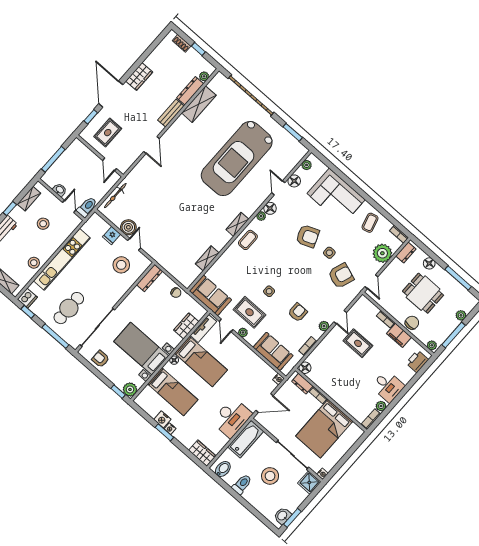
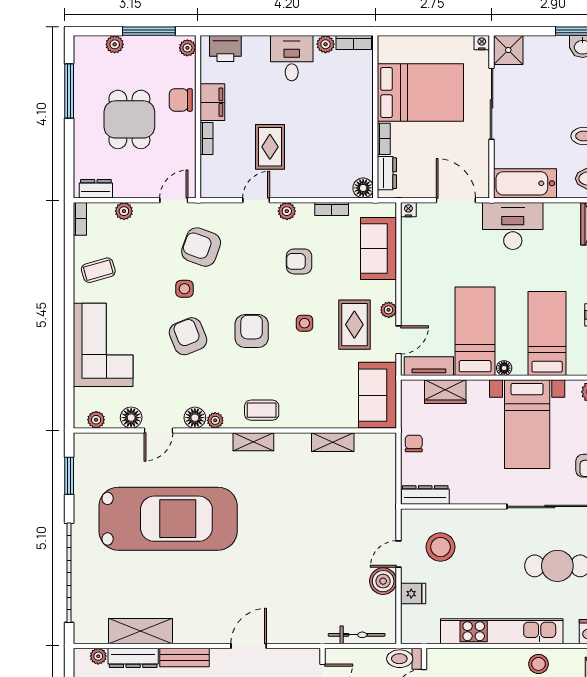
plant: (382, 253) -> (124, 211), width x0.53, depth x0.53
floor lamp: (429, 263) -> (83, 146), removed
armchair: (286, 266) -> (252, 331), added
stool: (270, 476) -> (545, 109), removed

